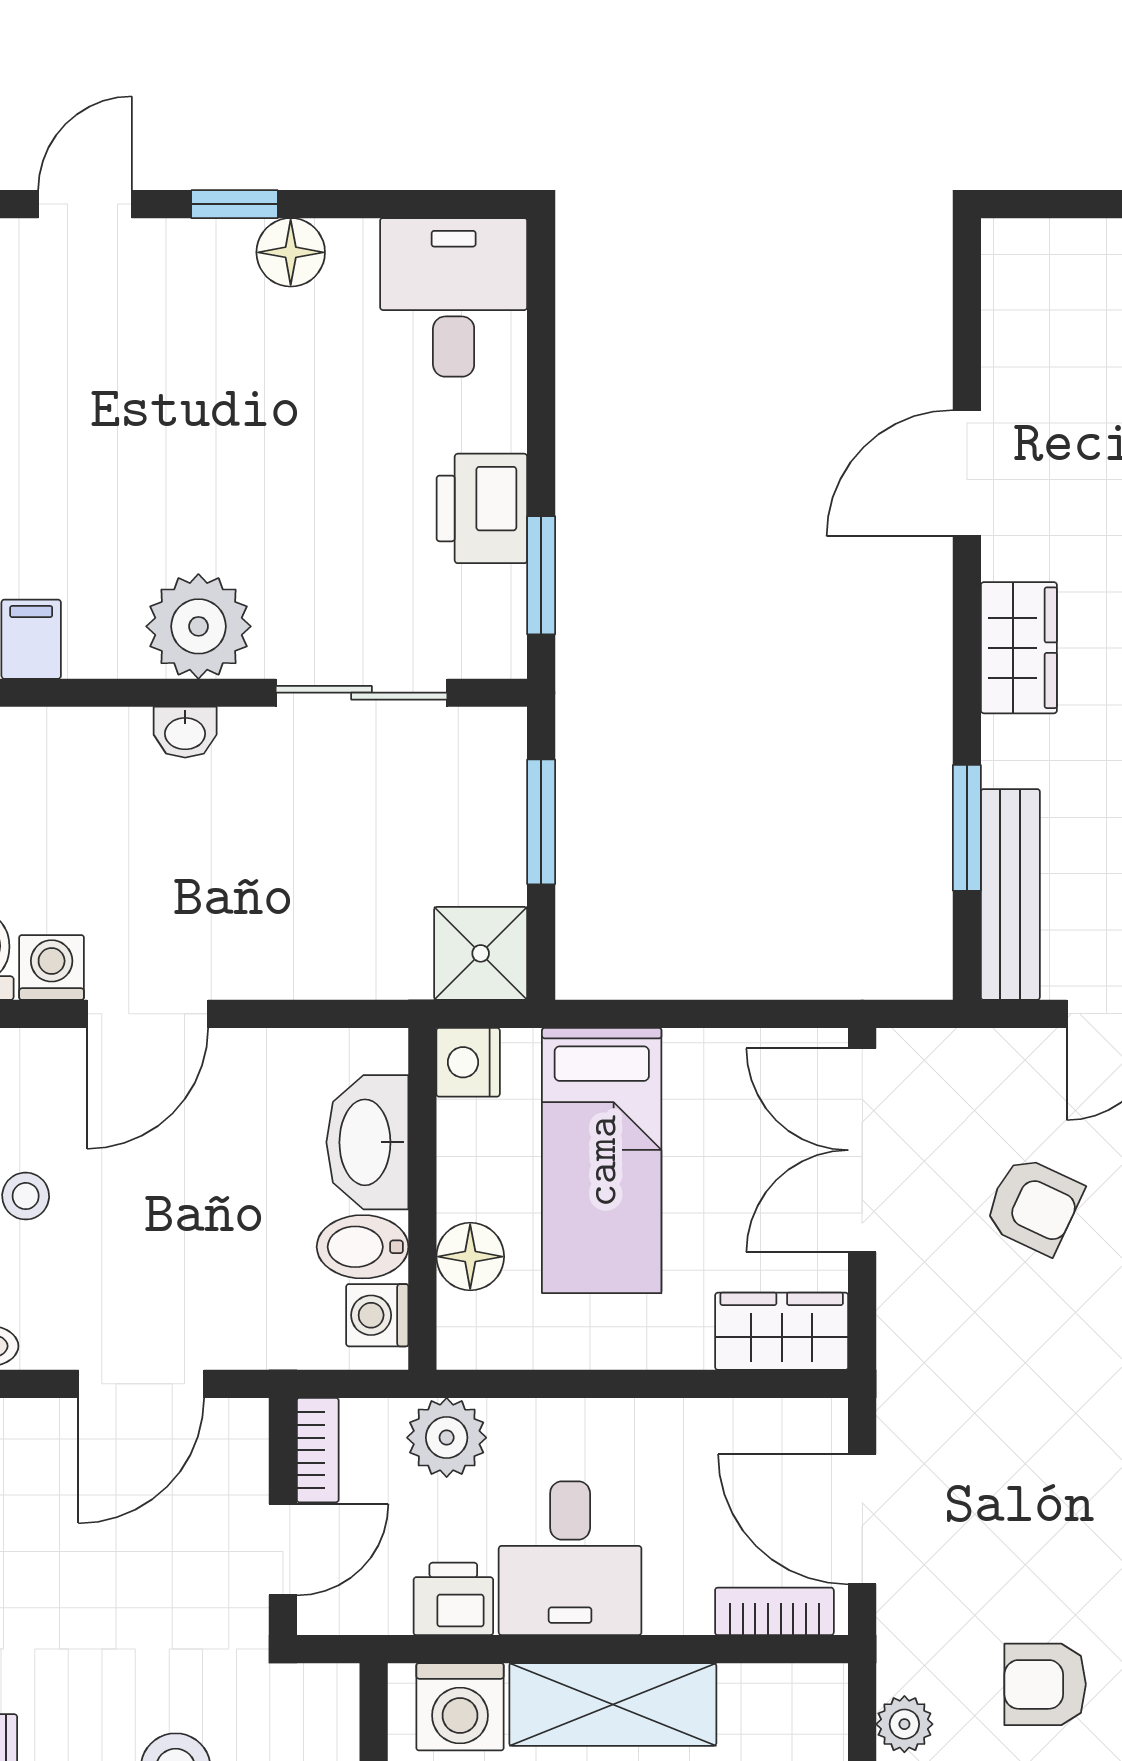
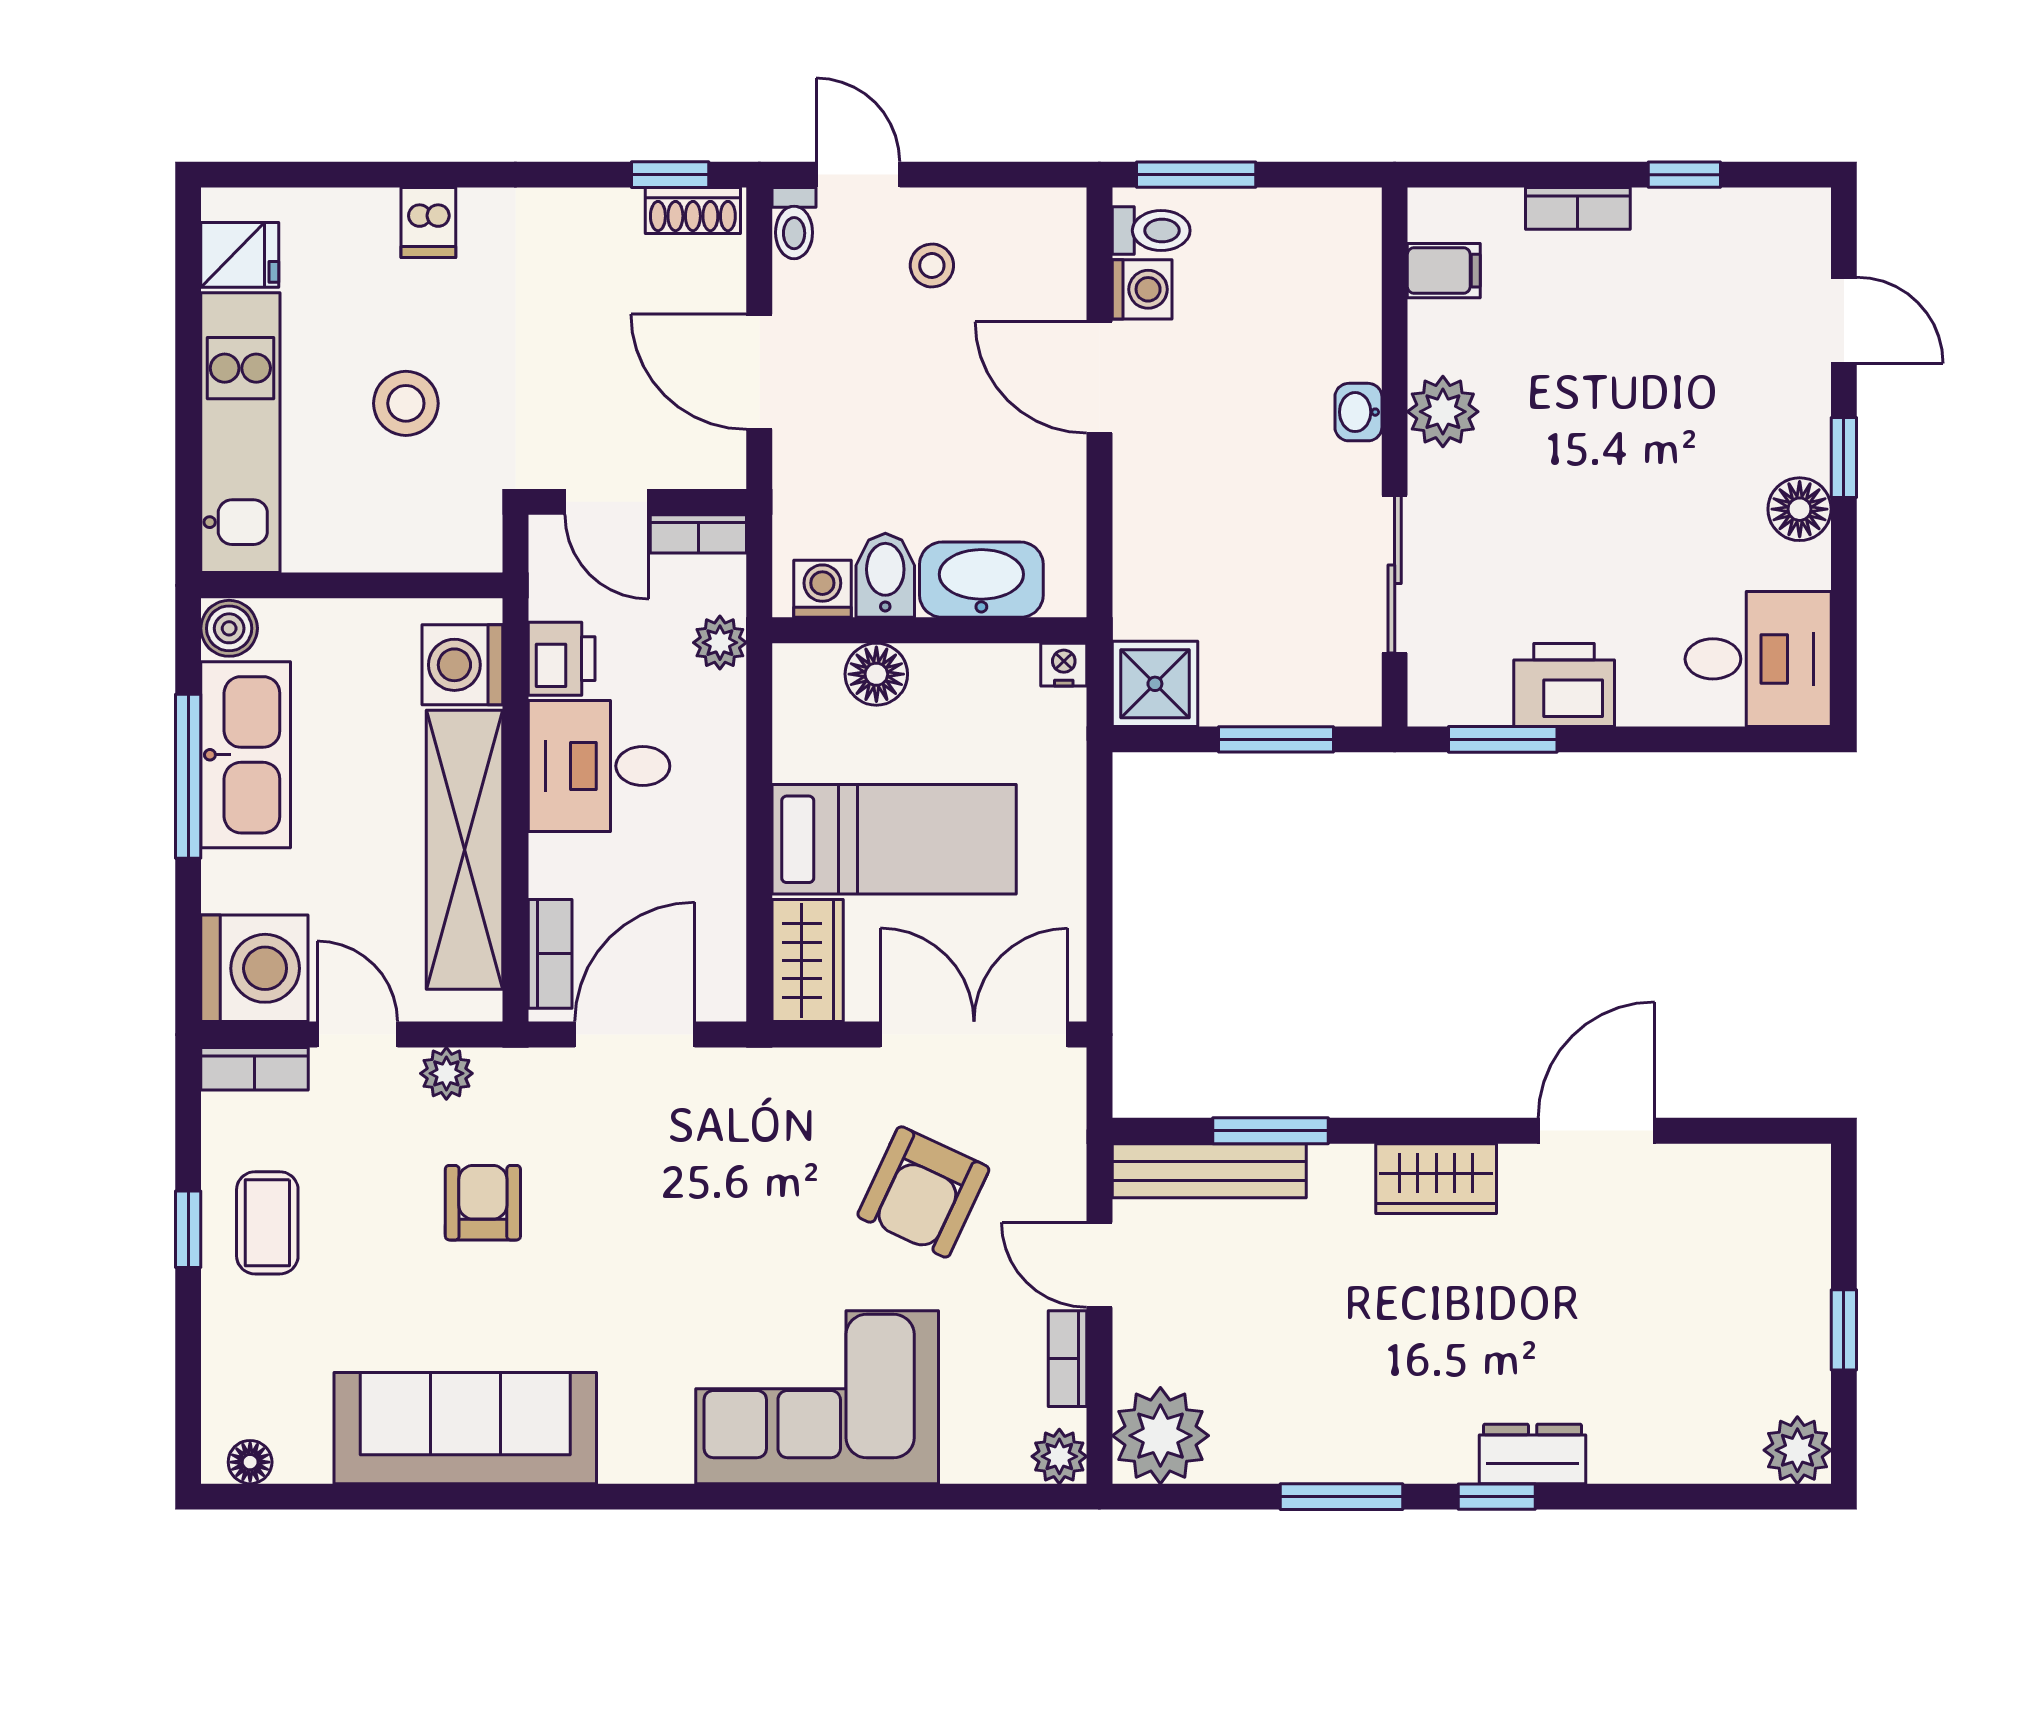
door: (967, 473) -> (1596, 1131), hinge flipped
plant: (198, 626) -> (1443, 412), width x0.73, depth x0.73
nightstand: (468, 1062) -> (1064, 665), width x0.72, depth x0.74
bed: (602, 1161) -> (894, 839), moved, turned 180
armchair: (1033, 1205) -> (923, 1192), width x1.38, depth x1.38
plant: (447, 1438) -> (720, 643), width x0.73, depth x0.73
shelving: (613, 1704) -> (465, 850), width x1.47

